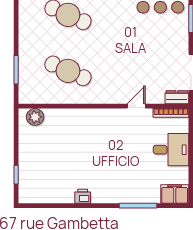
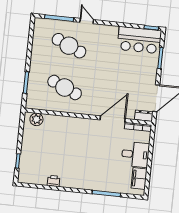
door: (136, 106) -> (113, 119), width x1.87
filing cabinet: (175, 194) -> (139, 178), moved, turned -90
printer: (83, 196) -> (54, 181), moved

